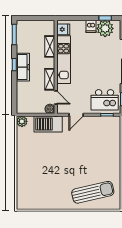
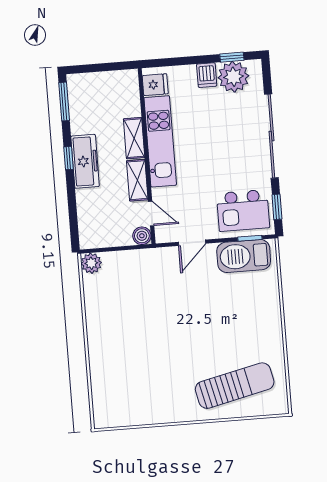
shelving: (50, 46) -> (134, 138), moved
barbecue: (48, 124) -> (244, 256), moved

